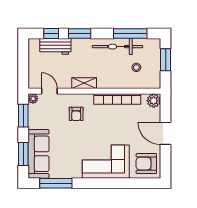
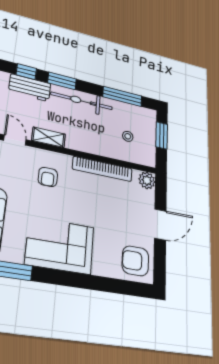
bicycle: (117, 47) -> (82, 101), moved
shelving: (84, 83) -> (49, 137), moved
door: (166, 133) -> (160, 225), swing flipped
corner sofa: (106, 162) -> (60, 246), moved

